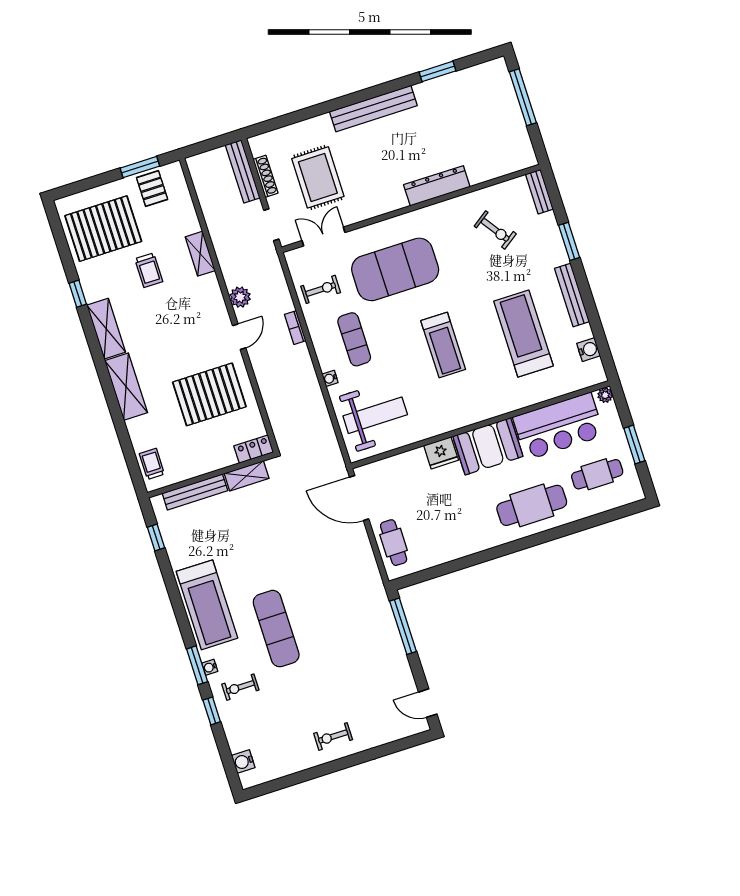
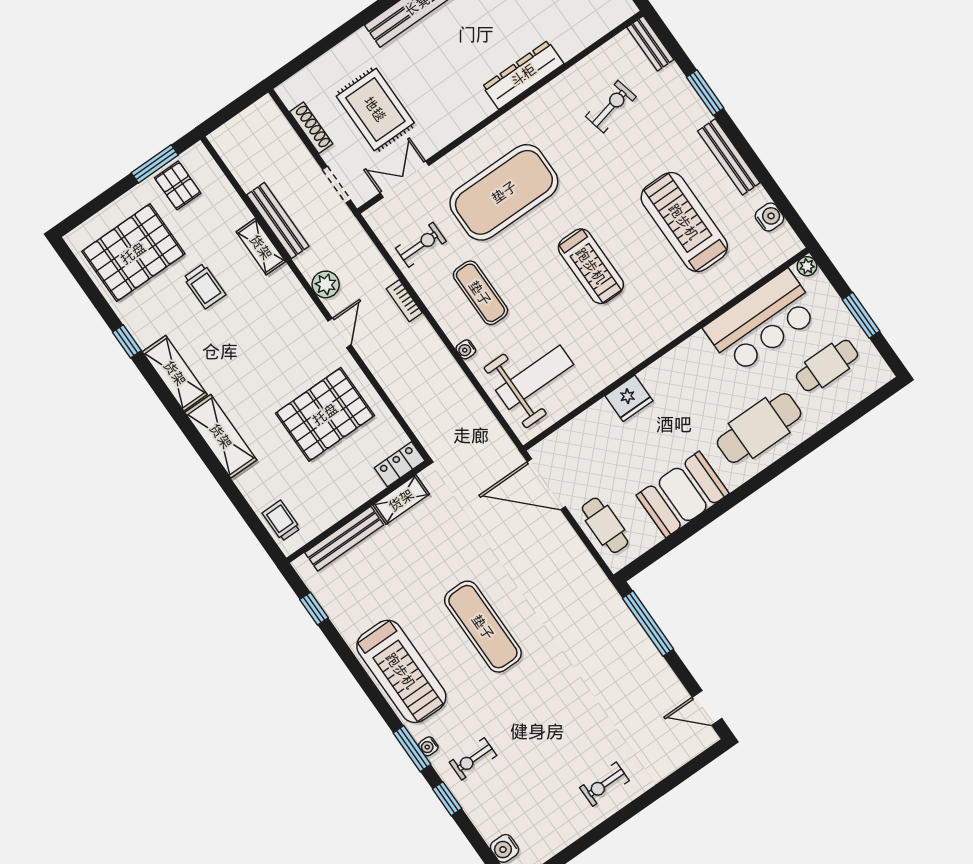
bench: (243, 171) -> (278, 221), moved
exercise bike: (495, 230) -> (611, 107), turned -68
booth: (488, 446) -> (683, 494), moved
exercise mat: (276, 629) -> (483, 627), moved

